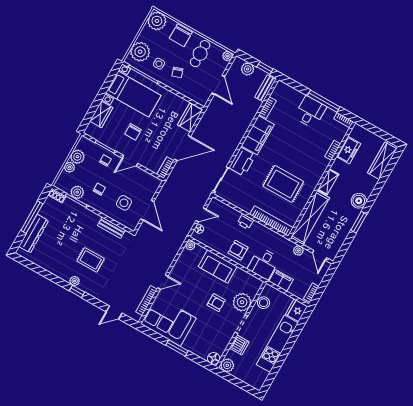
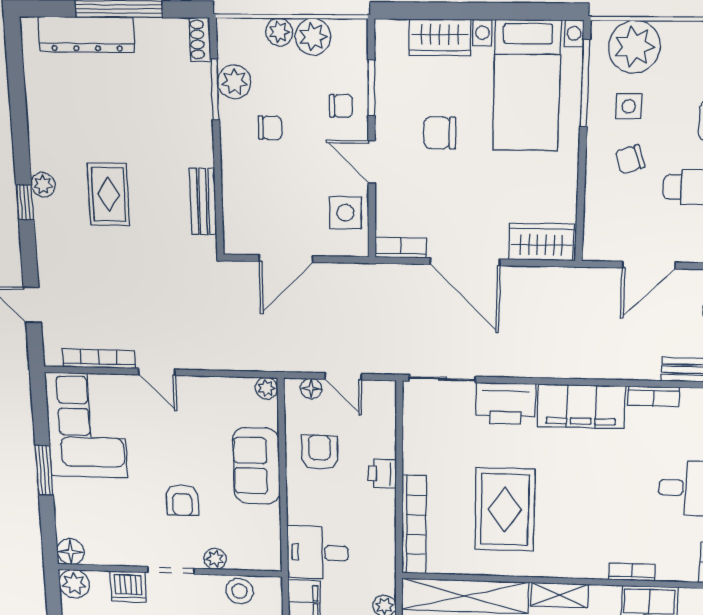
side table: (124, 203) -> (345, 213), moved
armchair: (238, 250) -> (320, 452), moved
plant: (242, 302) -> (215, 559), width x0.53, depth x0.53

